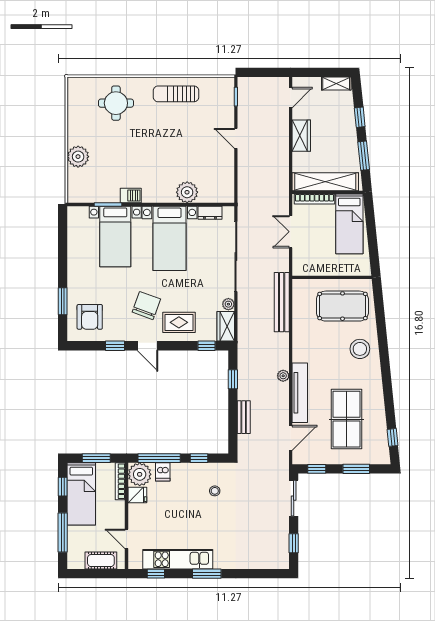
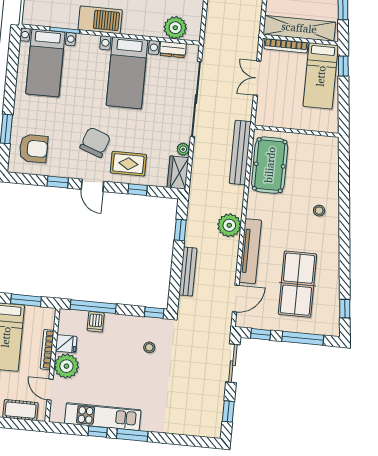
plant: (187, 192) -> (175, 28), moved
barbecue: (131, 196) -> (100, 20), width x1.88, depth x1.53
window: (369, 213) -> (343, 66), added
bed with nightstands: (115, 236) -> (45, 63), moved
pool table: (342, 306) -> (270, 165), moved, turned 90
armchair: (90, 317) -> (34, 149), turned -90
window: (206, 346) -> (138, 190), moved
stool: (360, 349) -> (319, 211), width x0.53, depth x0.53
plant: (283, 376) -> (229, 225), width x1.88, depth x1.88
bench: (244, 417) -> (188, 272), width x1.36
window: (199, 458) -> (154, 313), moved
window: (356, 469) -> (303, 338), width x1.44
plant: (140, 474) -> (66, 366), moved
bookcase: (120, 481) -> (47, 350), moved
window: (156, 574) -> (98, 432), moved

